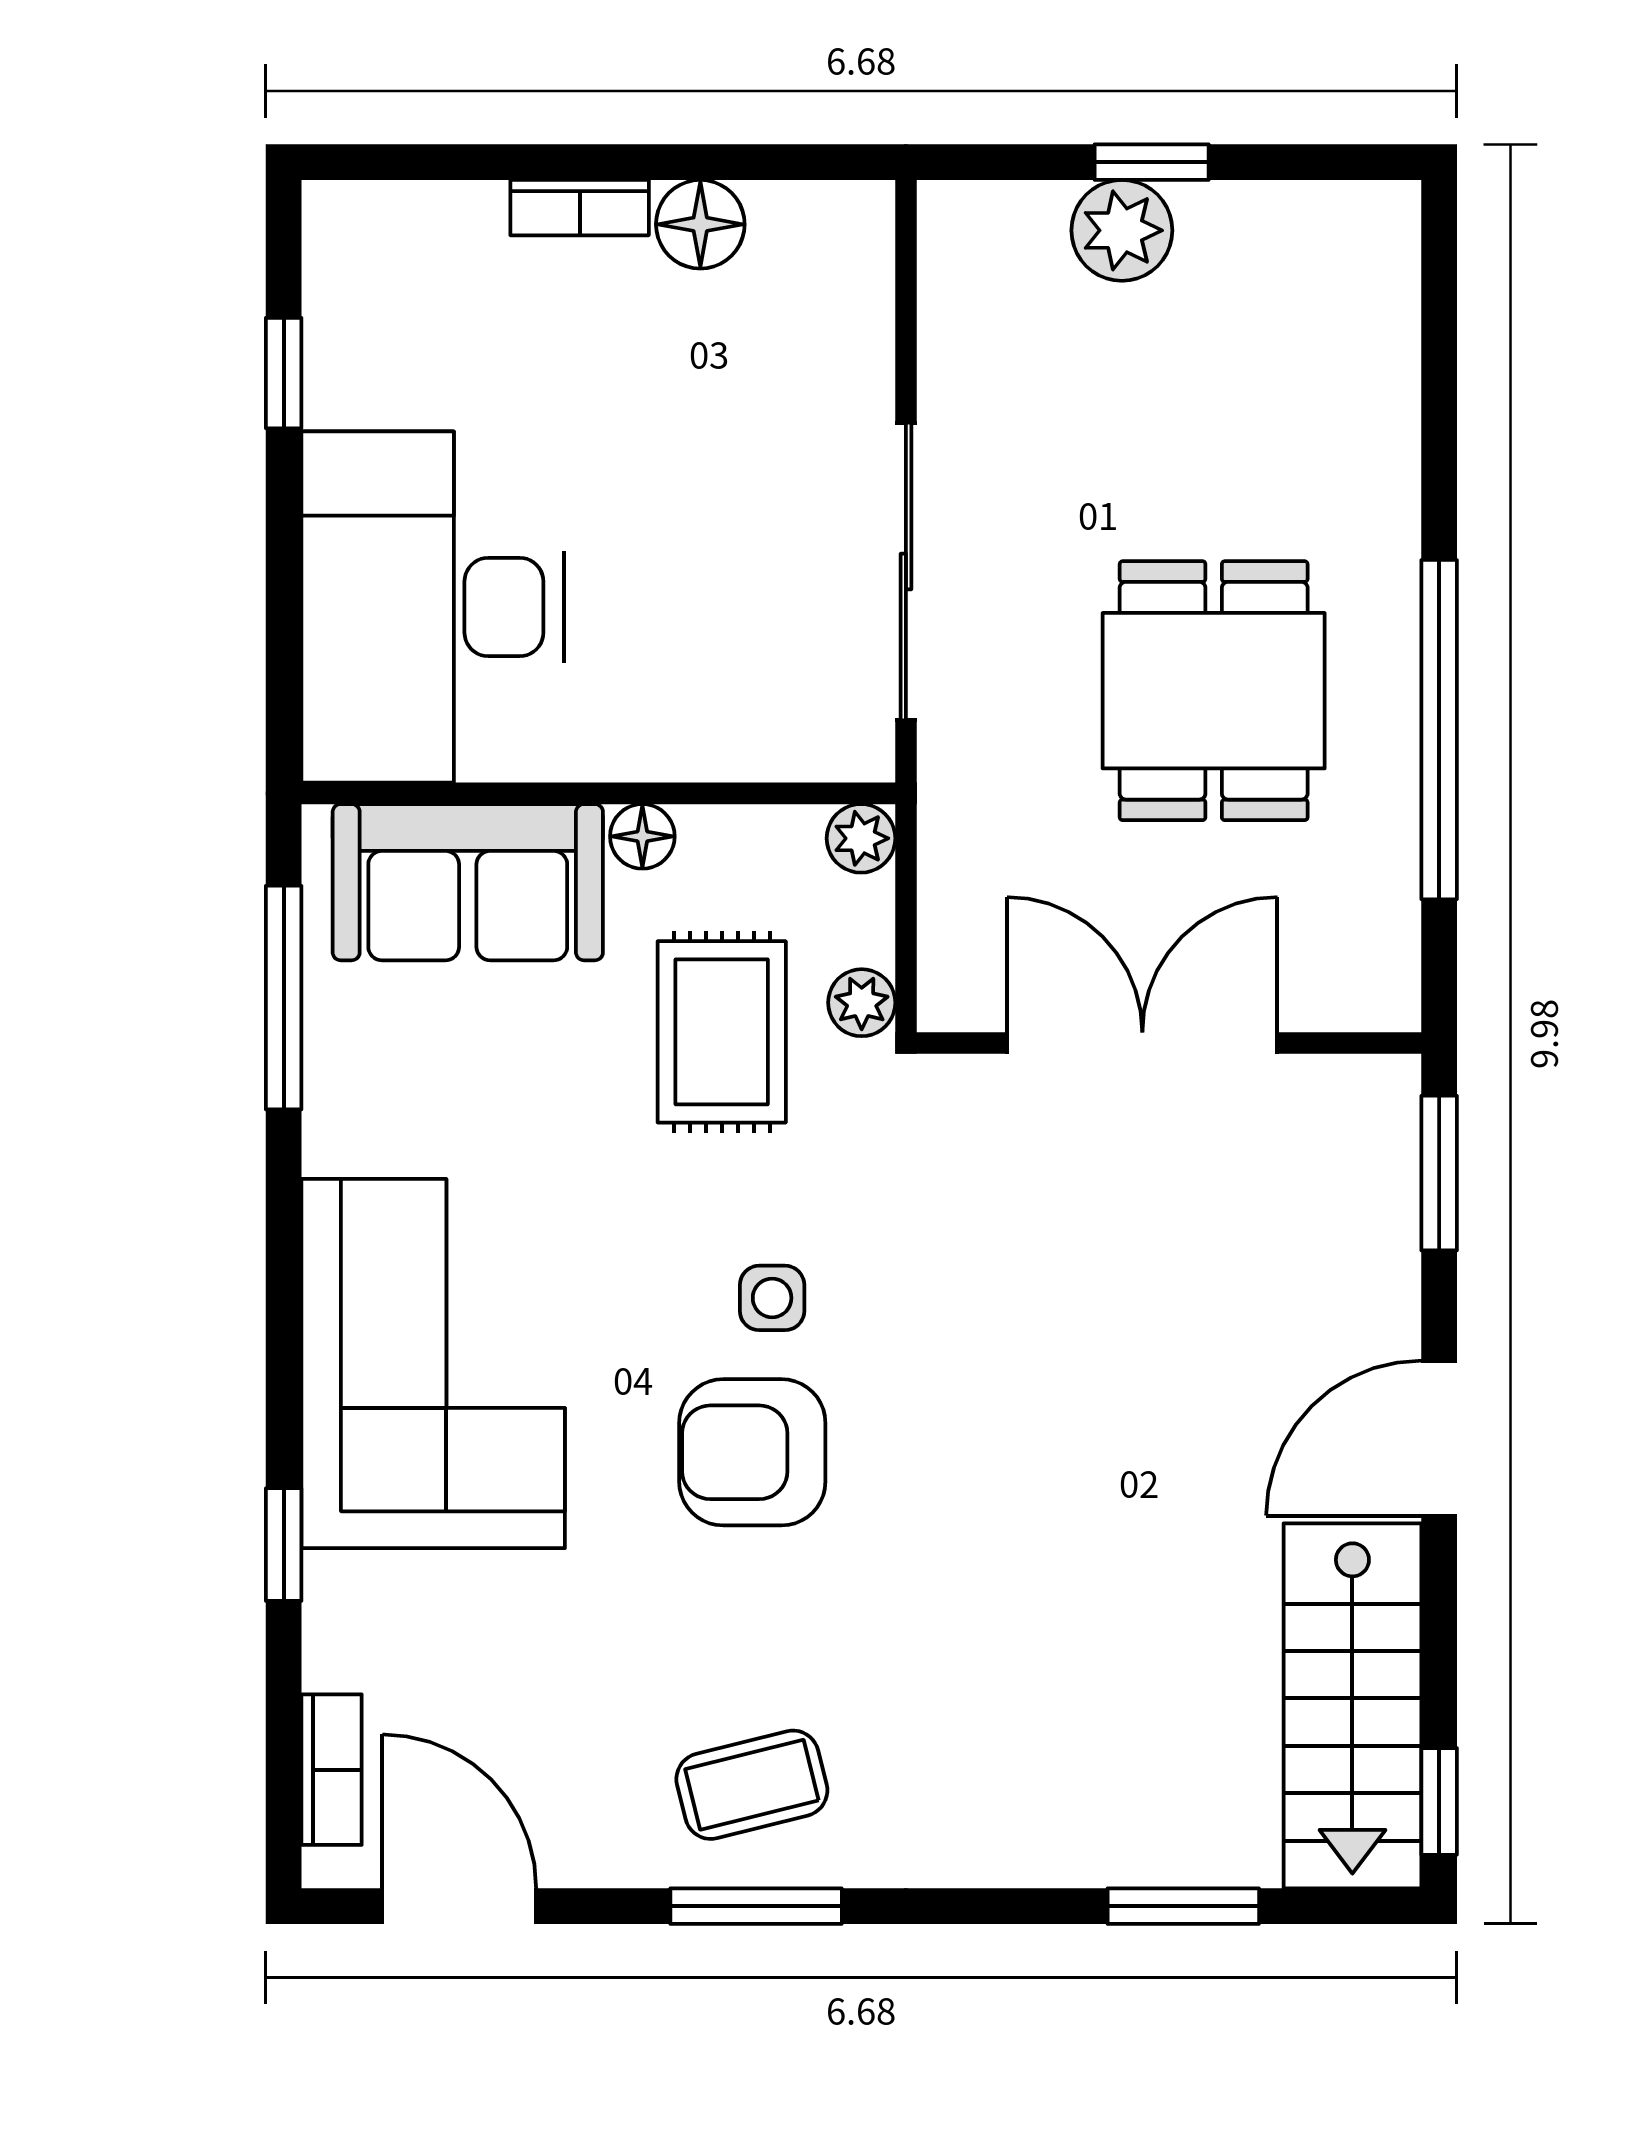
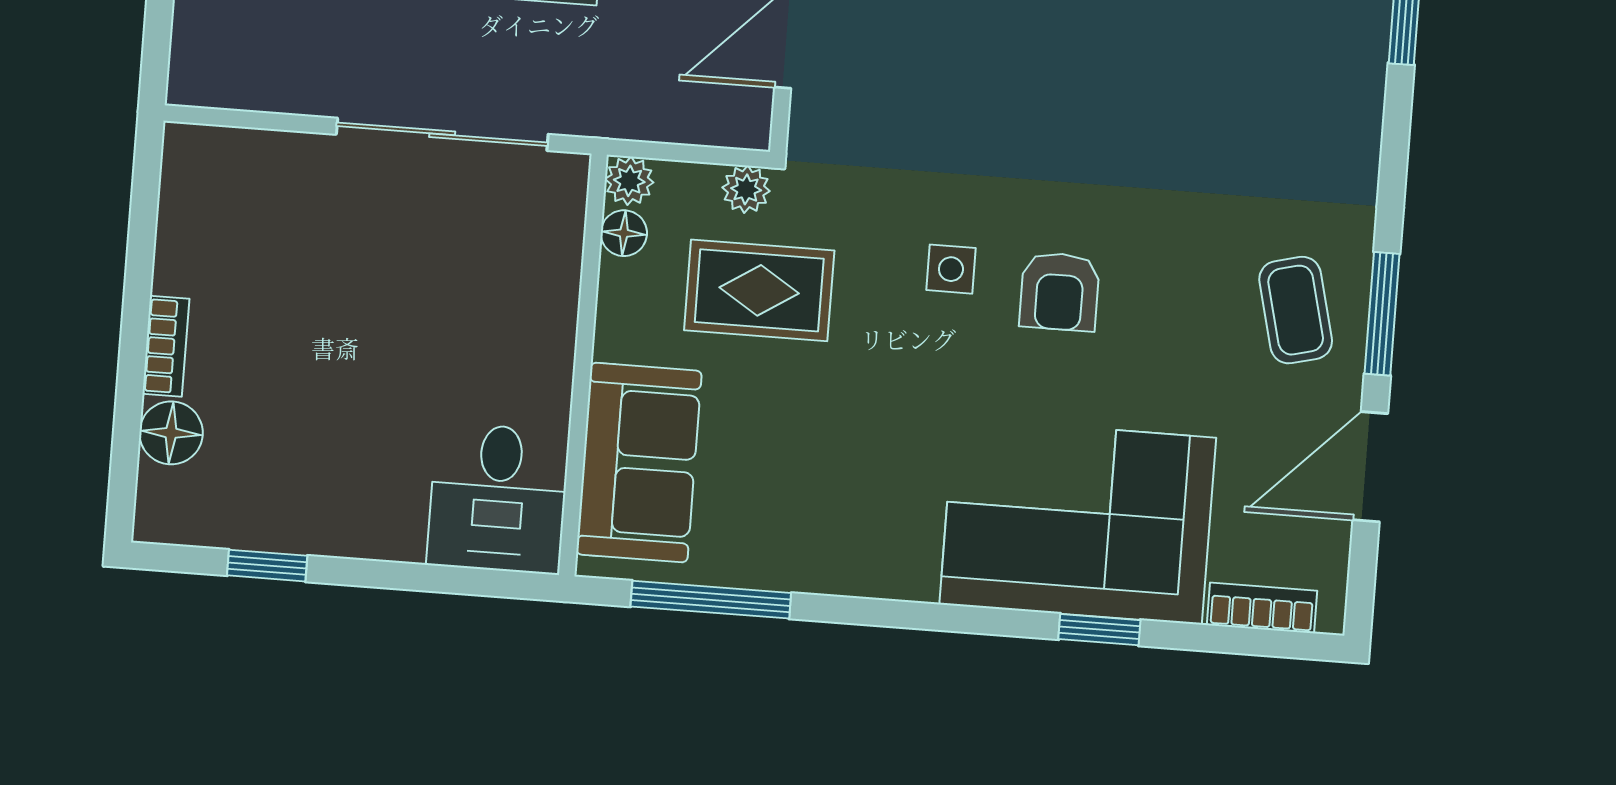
floor lamp: (700, 224) -> (171, 433), moved
desk: (433, 607) -> (498, 498), width x0.53, depth x0.77
floor lamp: (642, 836) -> (624, 233), moved
corner sofa: (433, 1364) -> (1078, 521), moved
armchair: (752, 1452) -> (1059, 292), width x0.72, depth x0.72
door: (459, 1906) -> (1370, 467), moved

